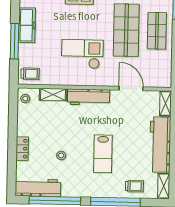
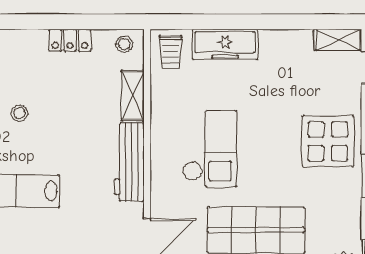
freezer: (27, 25) -> (225, 44), moved
window: (15, 41) -> (231, 22), removed
locker: (22, 149) -> (70, 40), moved

